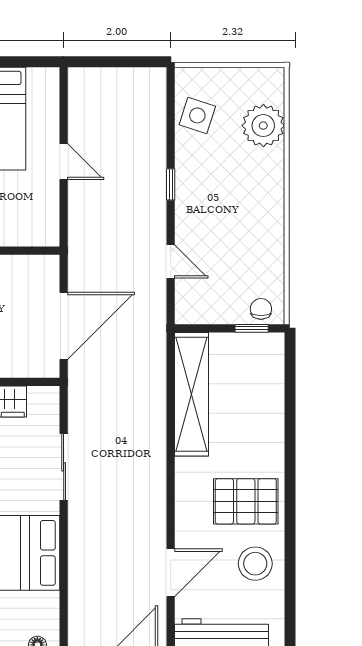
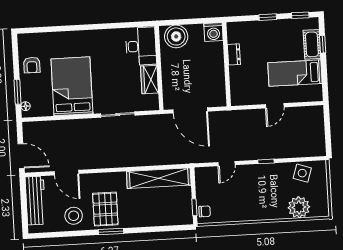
window: (290, 493) -> (111, 232), added

